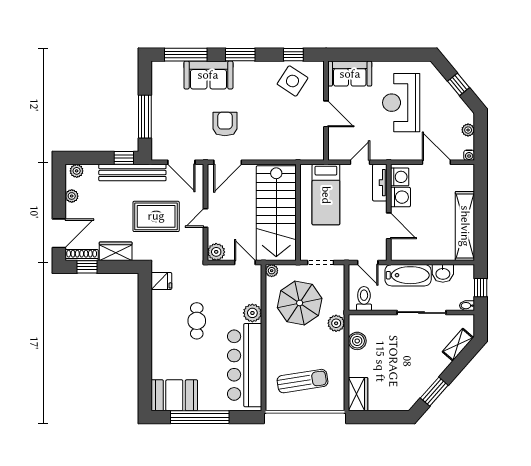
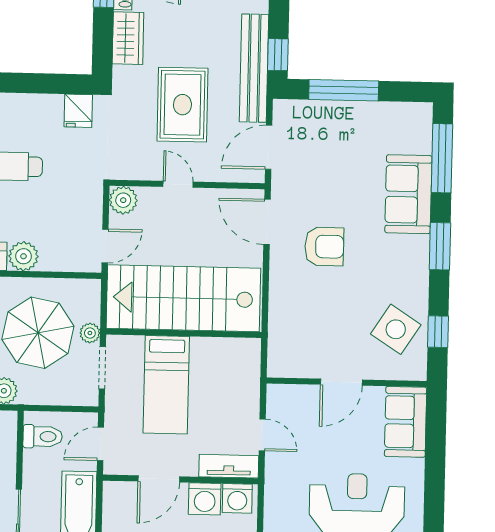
armchair: (225, 124) -> (324, 247), moved
bed: (326, 195) -> (166, 385), moved, turned -90
plant: (272, 271) -> (90, 333), moved

